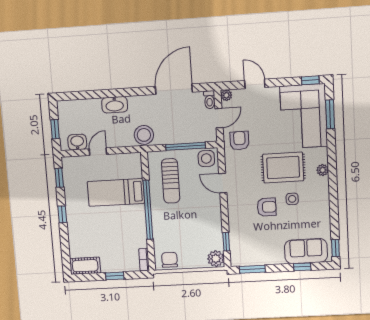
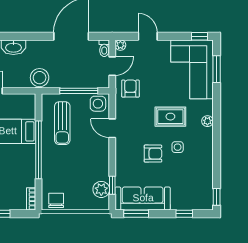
rug: (283, 168) -> (170, 117), width x0.73, depth x0.70
sofa: (306, 251) -> (143, 198), moved, width x1.36
plant: (216, 259) -> (101, 189), moved

